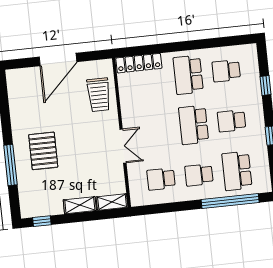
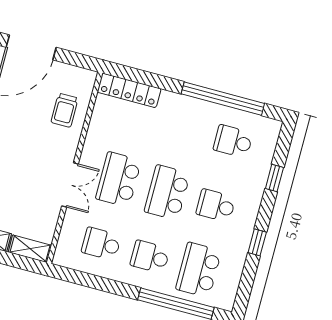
window: (207, 43) -> (223, 99), added
school desk: (188, 75) -> (118, 179), moved
trolley: (99, 95) -> (65, 110), width x0.73, depth x0.72

